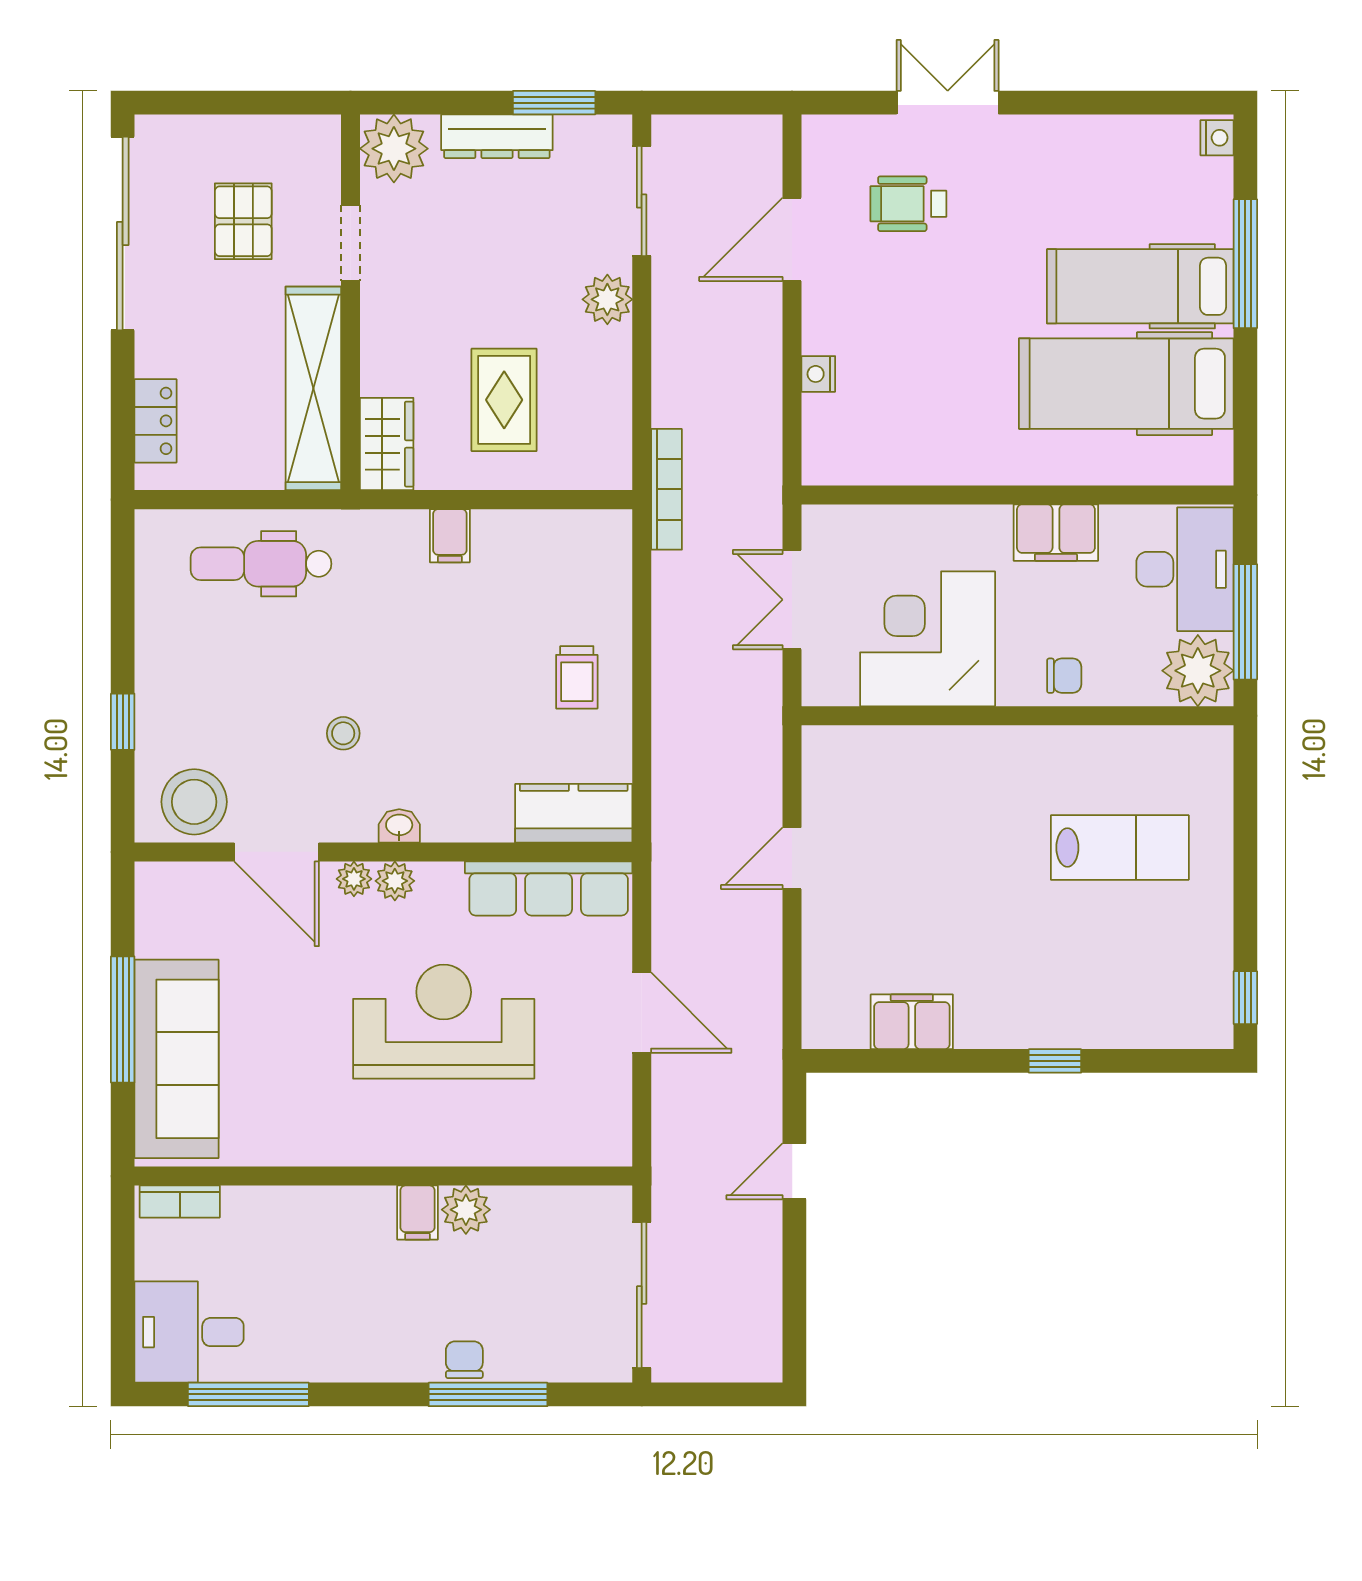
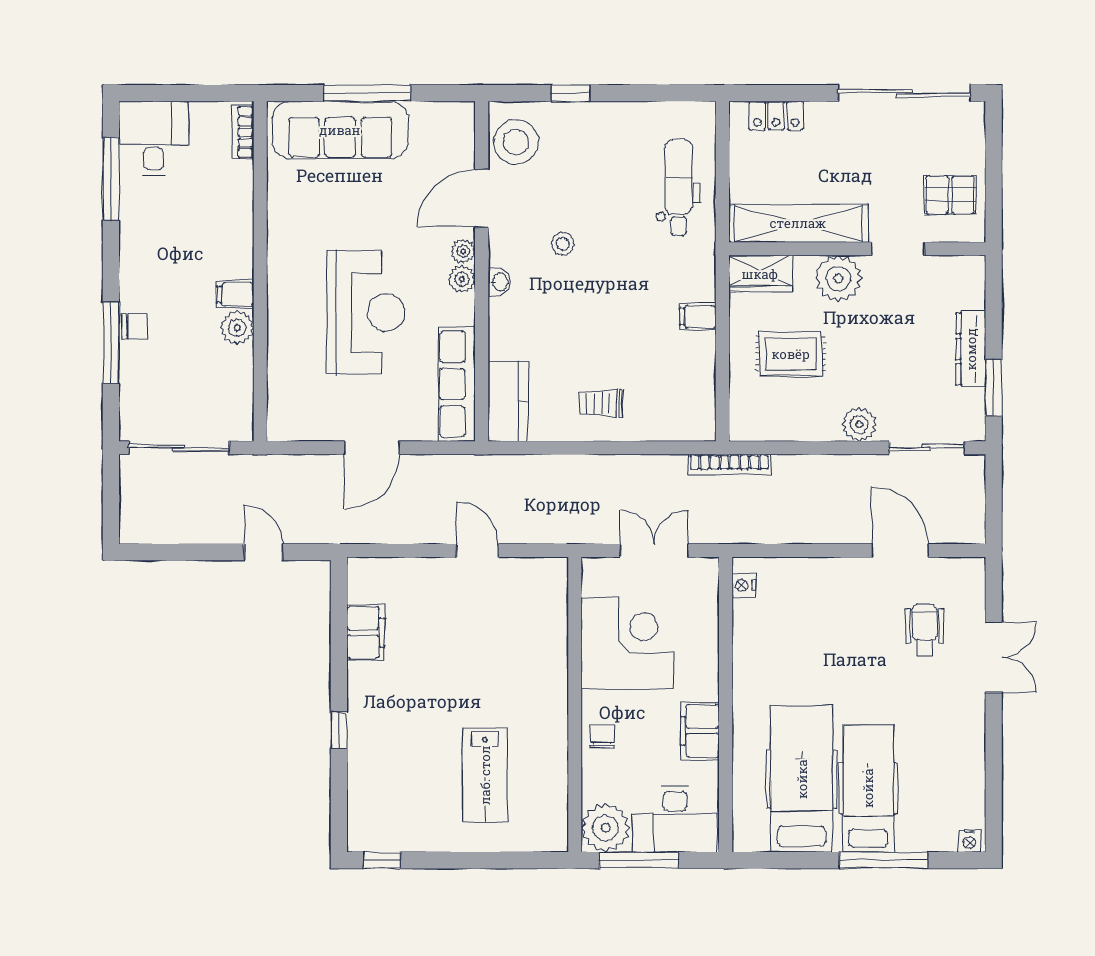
plant: (394, 149) -> (838, 279), moved
pallet: (243, 221) -> (950, 195), moved
nightstand: (818, 374) -> (744, 585), moved, turned -90
chair: (1064, 676) -> (602, 736), turned 180

